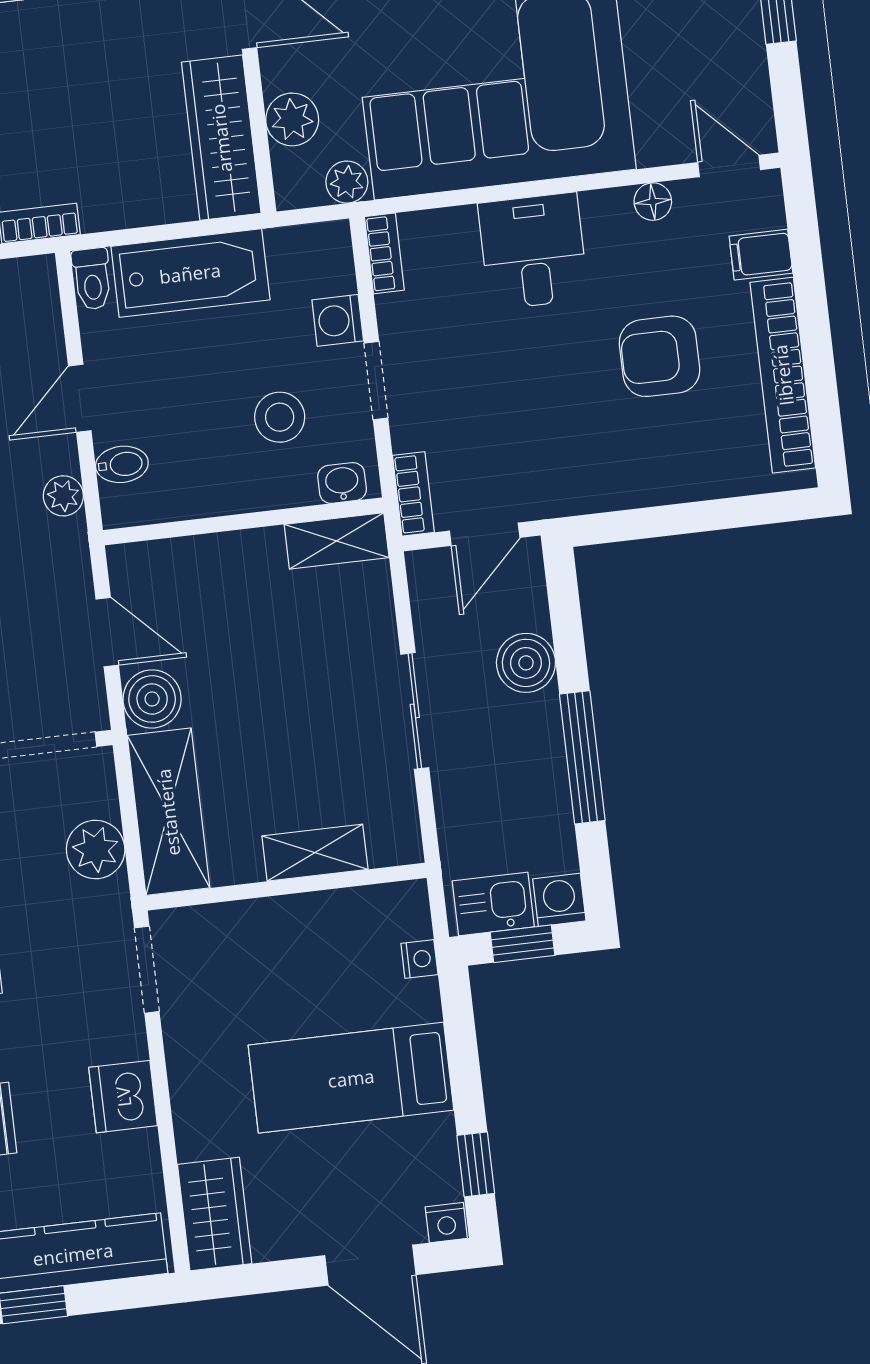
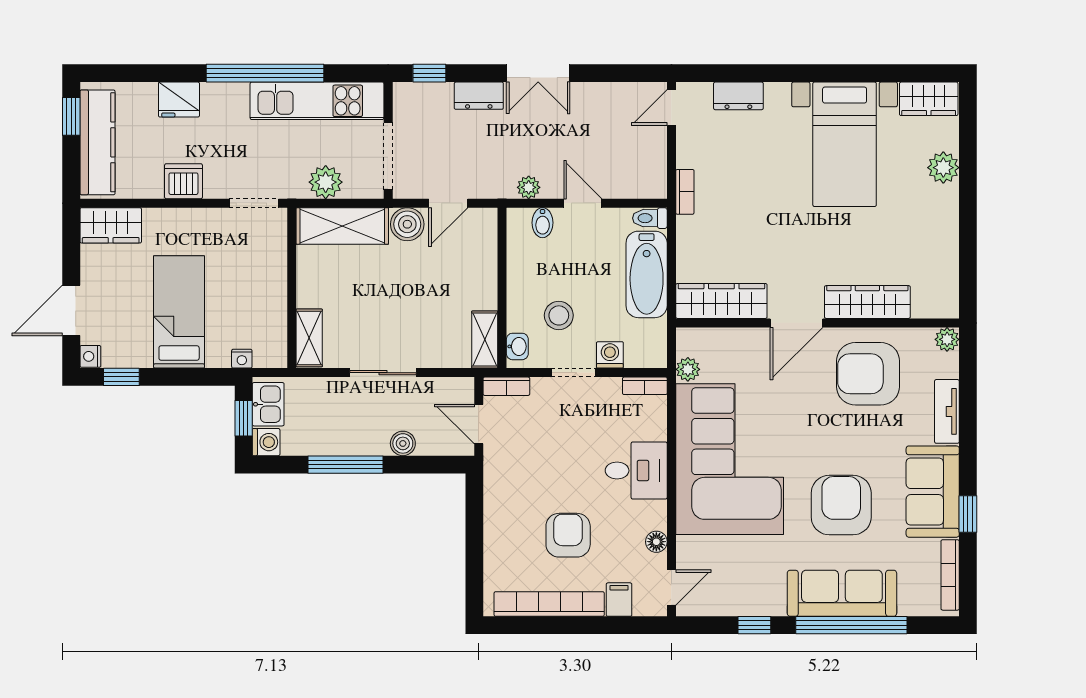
plant: (292, 119) -> (727, 342), removed
boiler: (526, 663) -> (403, 443), width x0.73, depth x0.73
shelving: (315, 853) -> (309, 338), moved

